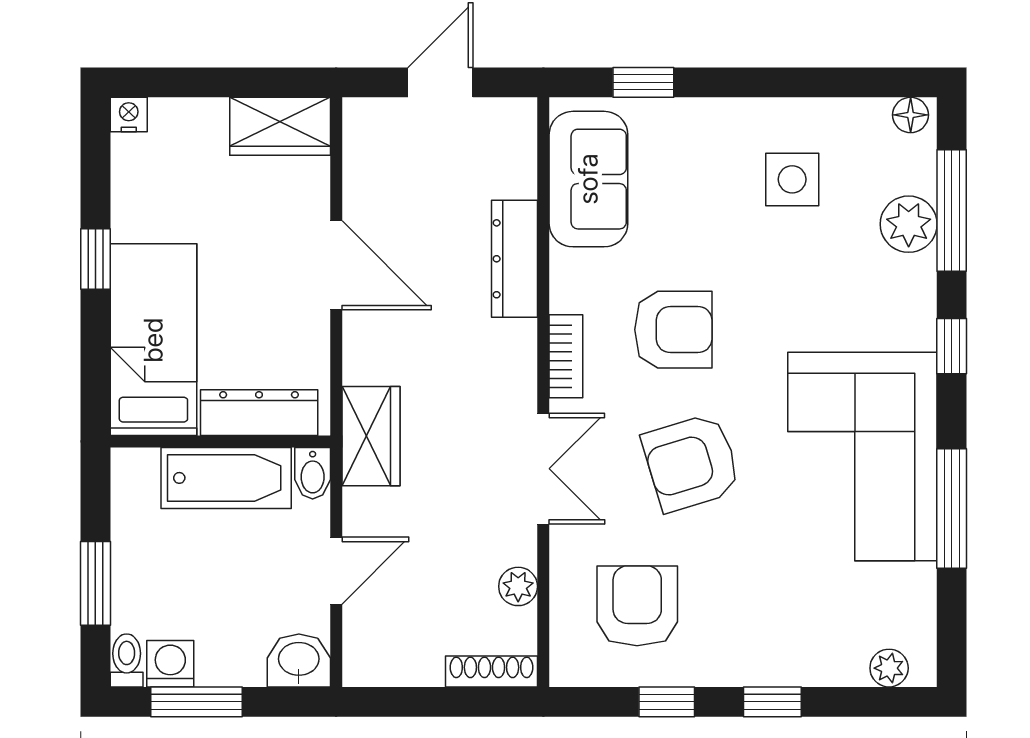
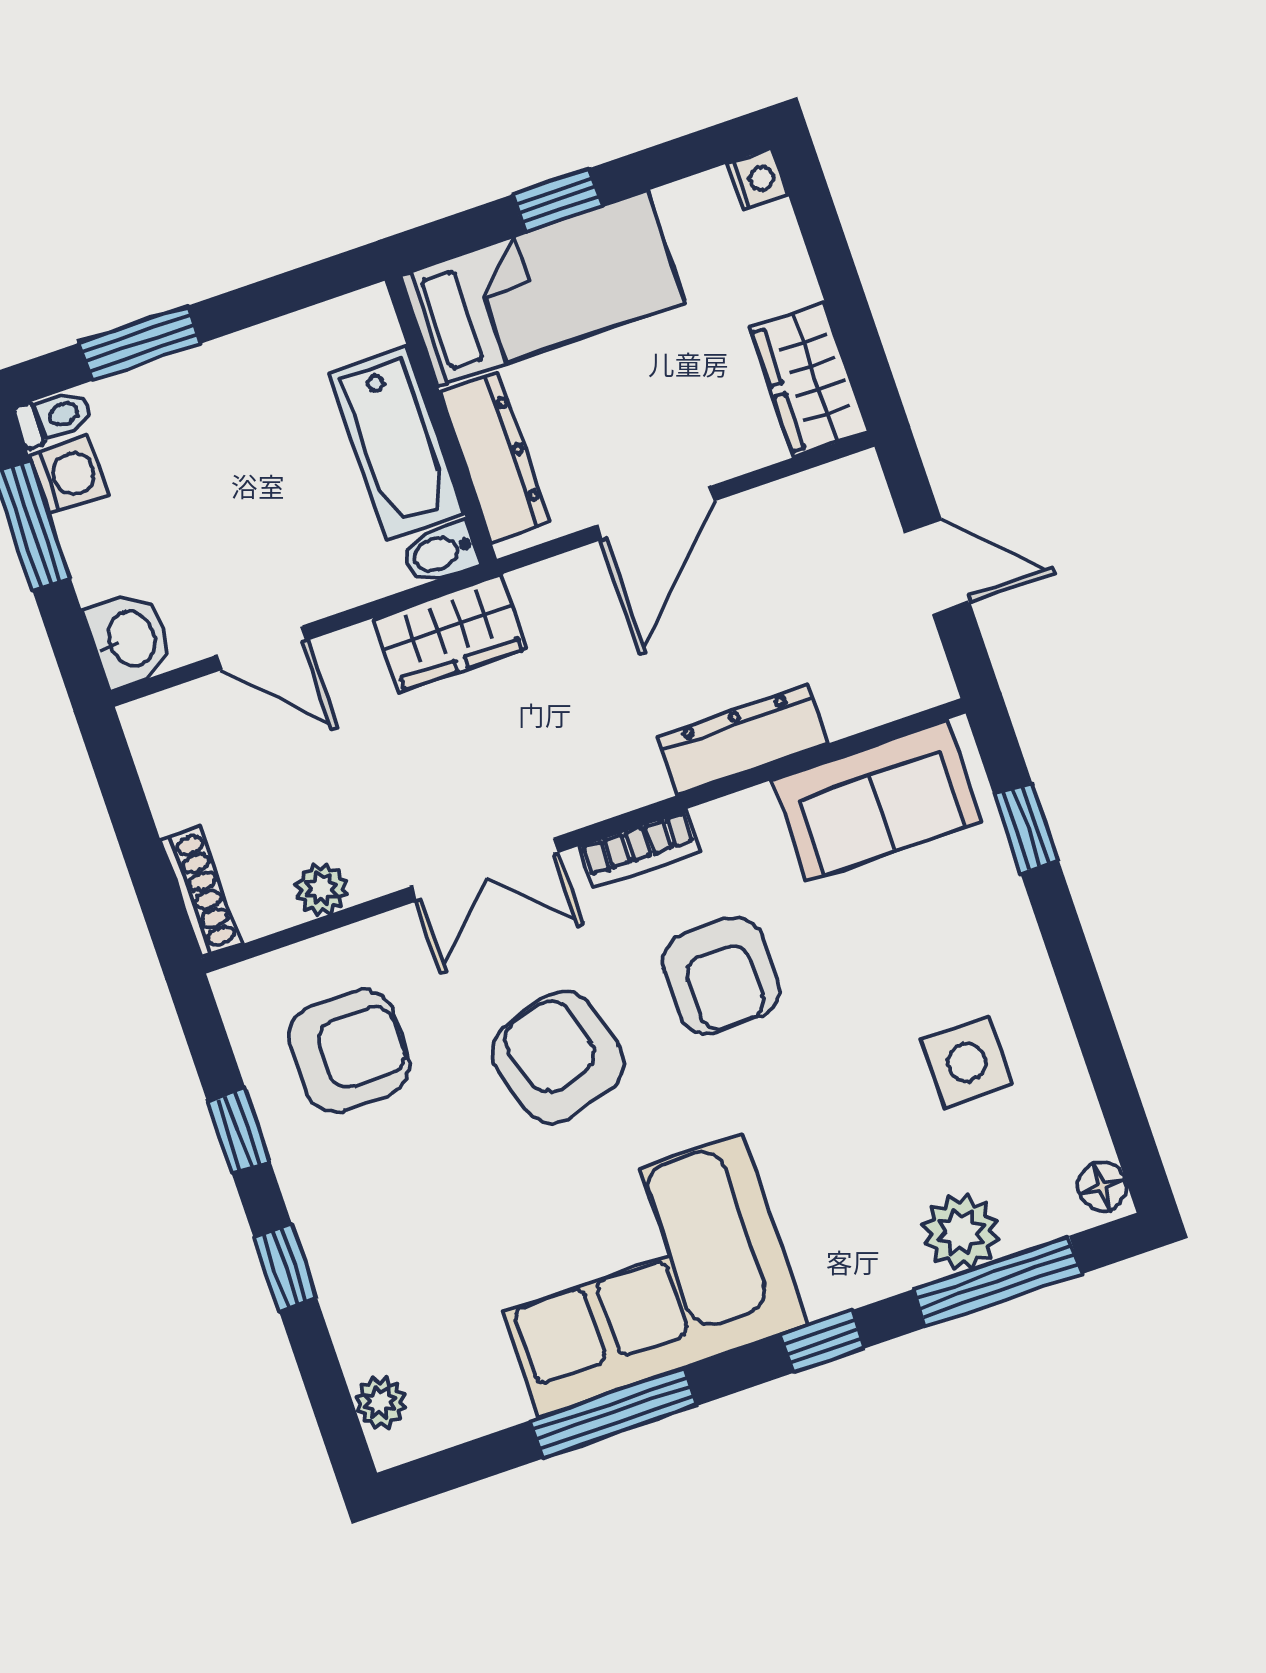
bed: (153, 340) -> (542, 289), moved
dresser: (259, 413) -> (495, 457), moved
wall: (220, 441) -> (441, 420), moved
bidet: (313, 473) -> (440, 553), moved
bathtub: (226, 478) -> (396, 443), moved

